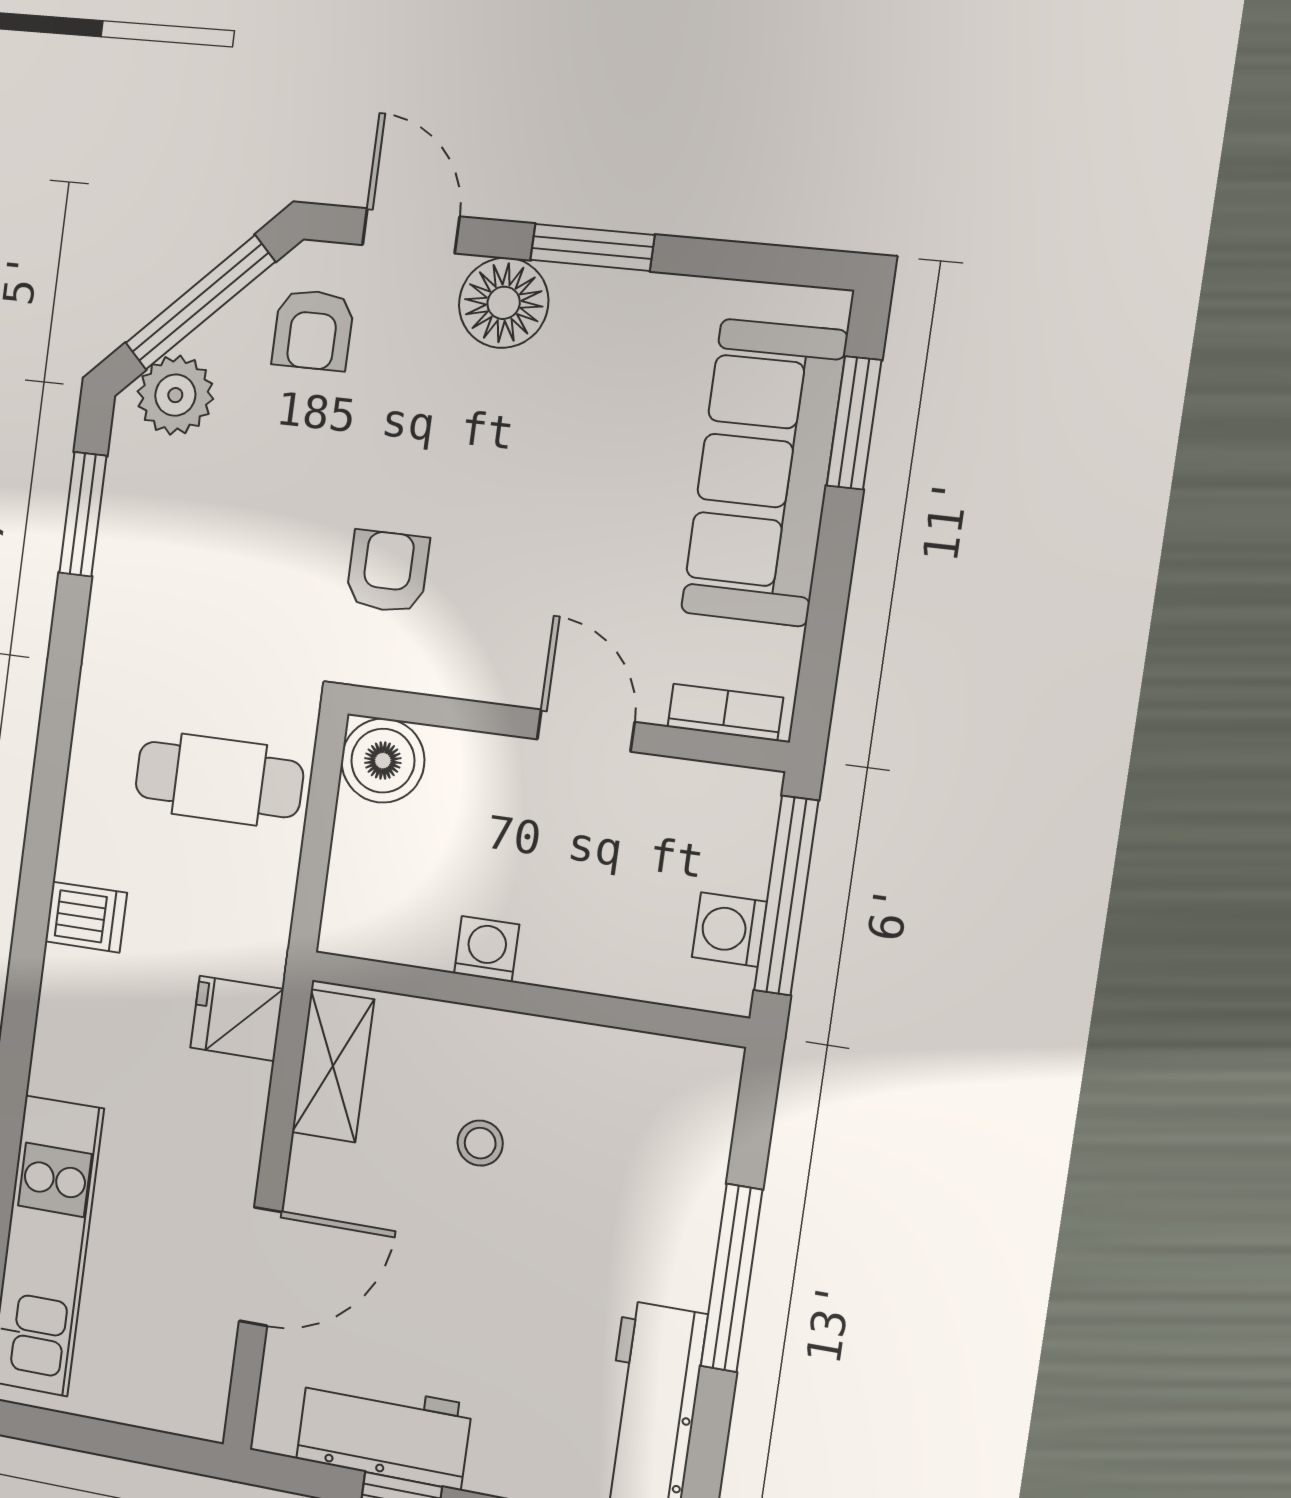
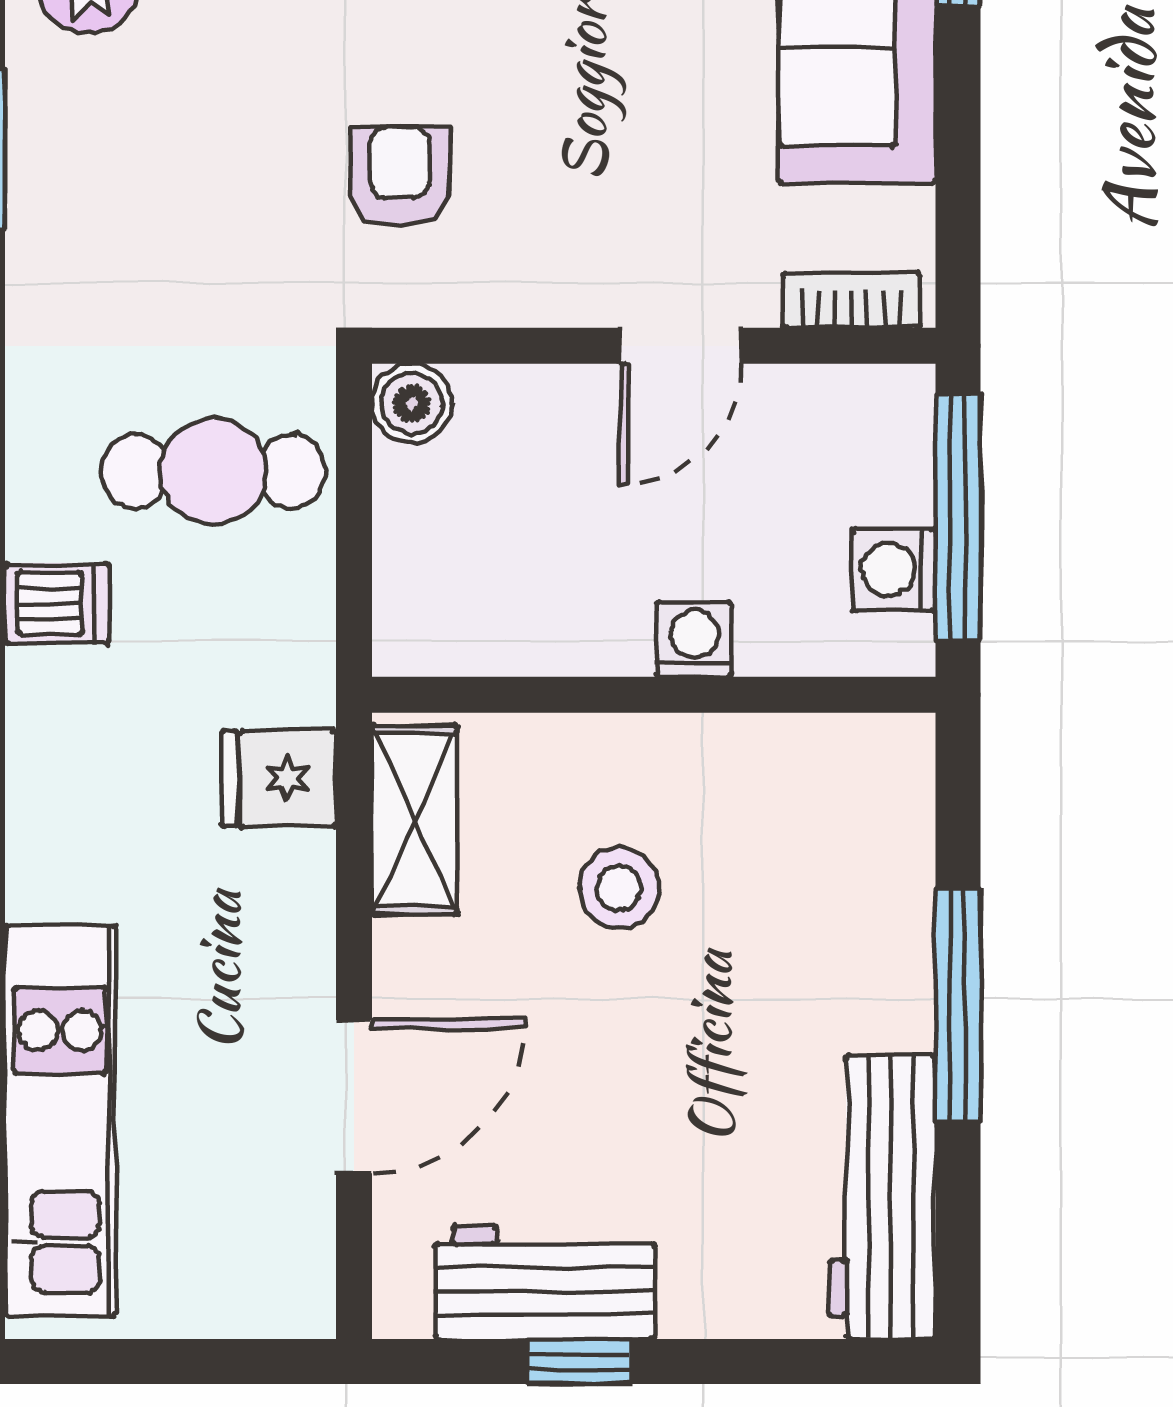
door: (586, 731) -> (681, 346), swing flipped
boiler: (383, 761) -> (412, 403), width x0.73, depth x0.73
dishwasher: (86, 917) -> (57, 603), moved
washing machine: (487, 949) -> (694, 639), moved
stool: (480, 1143) -> (619, 888), width x1.37, depth x1.37

